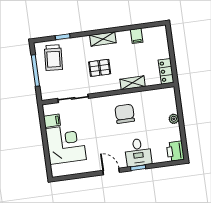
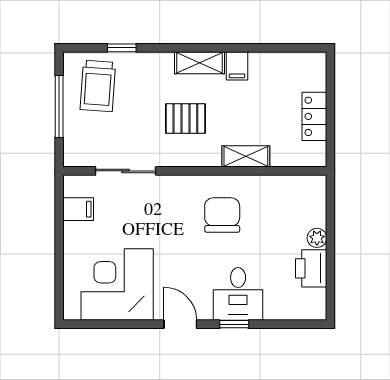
filing cabinet: (137, 36) -> (237, 66), moved
locker: (166, 71) -> (314, 116), moved
corner desk: (66, 144) -> (117, 284), moved, turned -90
printer: (175, 151) -> (311, 268), moved

